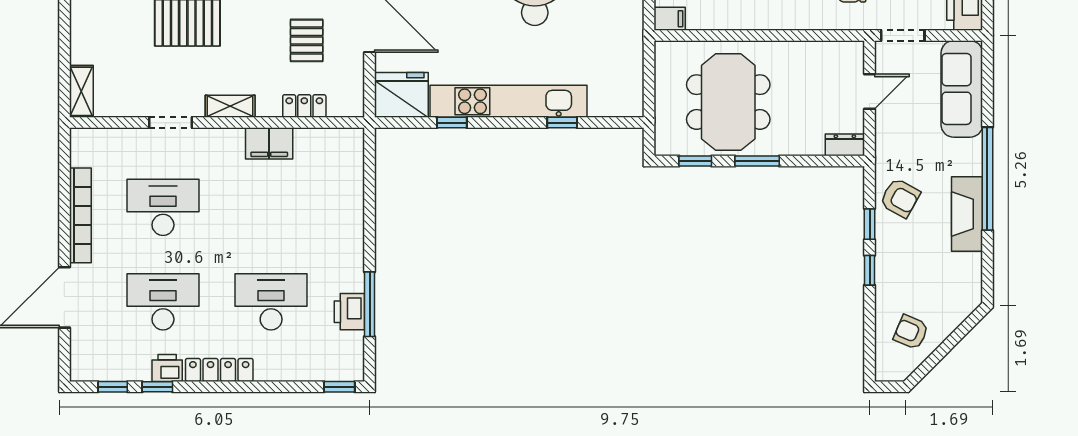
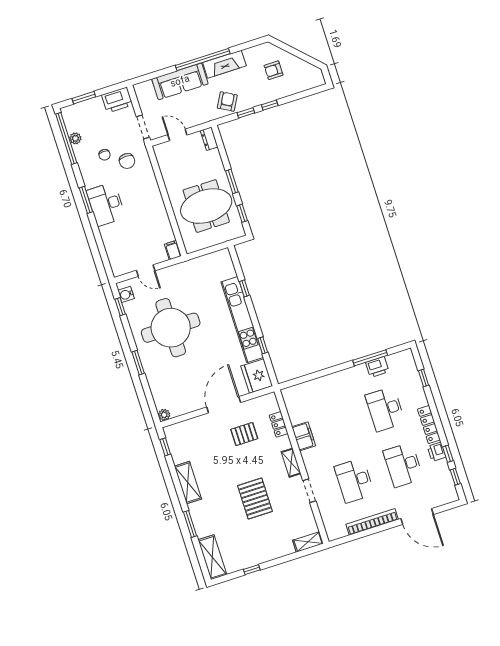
sofa: (962, 89) -> (180, 81), moved
armchair: (911, 332) -> (273, 70), moved, turned 67
window: (339, 387) -> (424, 378), moved

